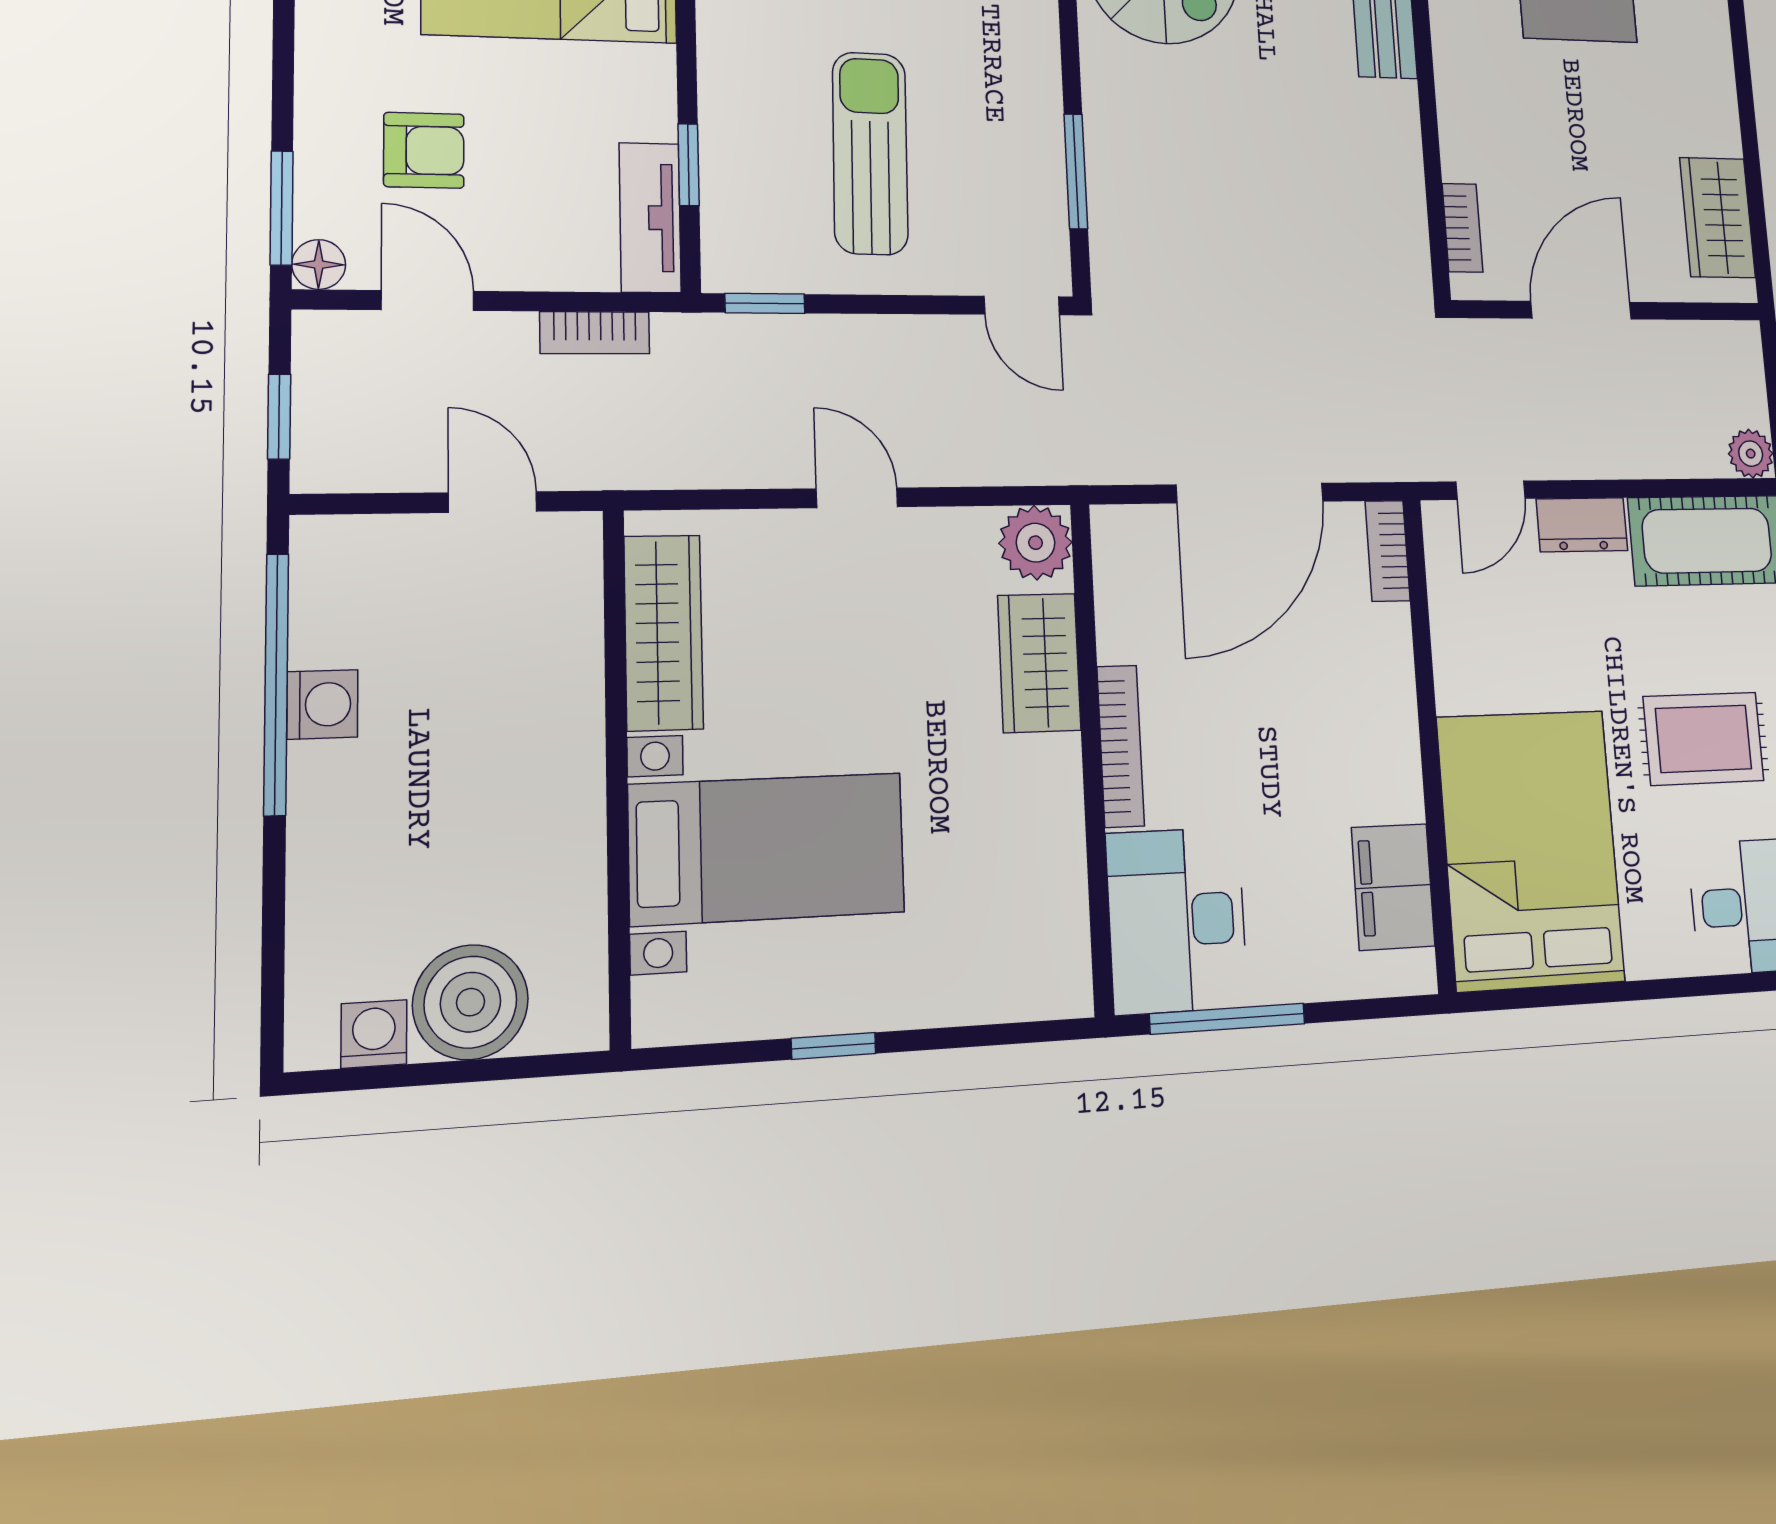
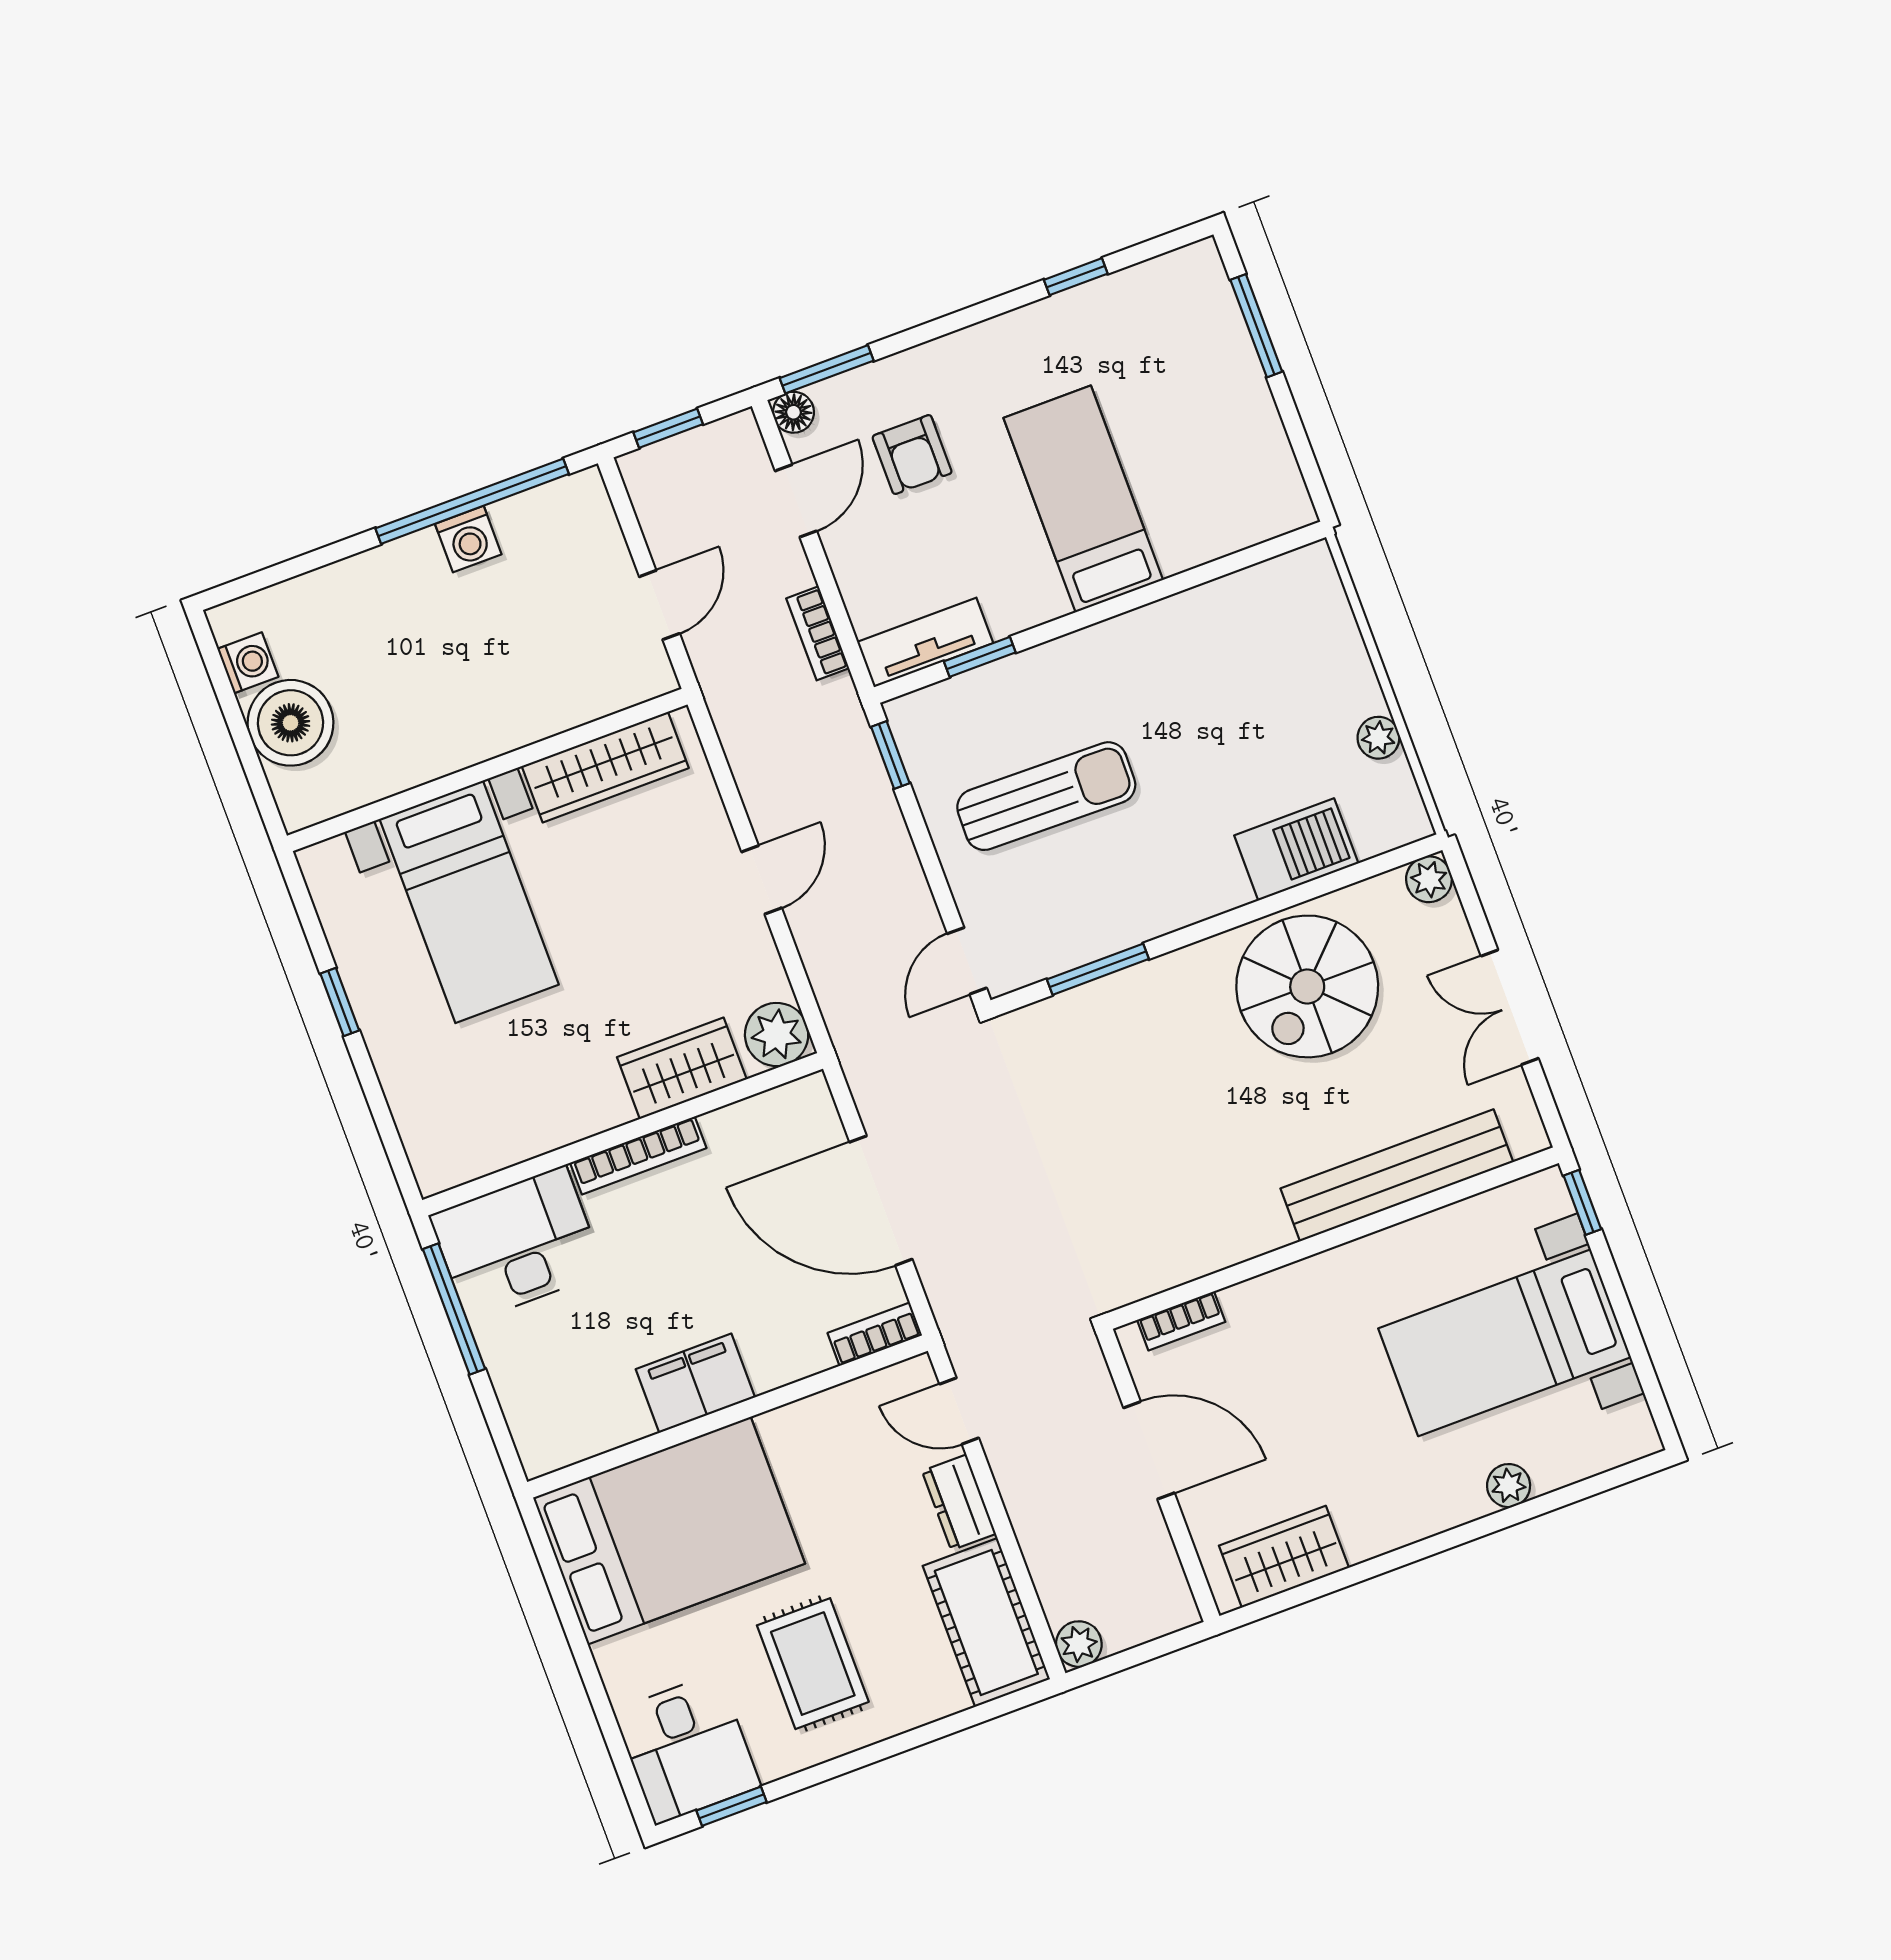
filing cabinet: (1393, 887) -> (695, 1383), moved

